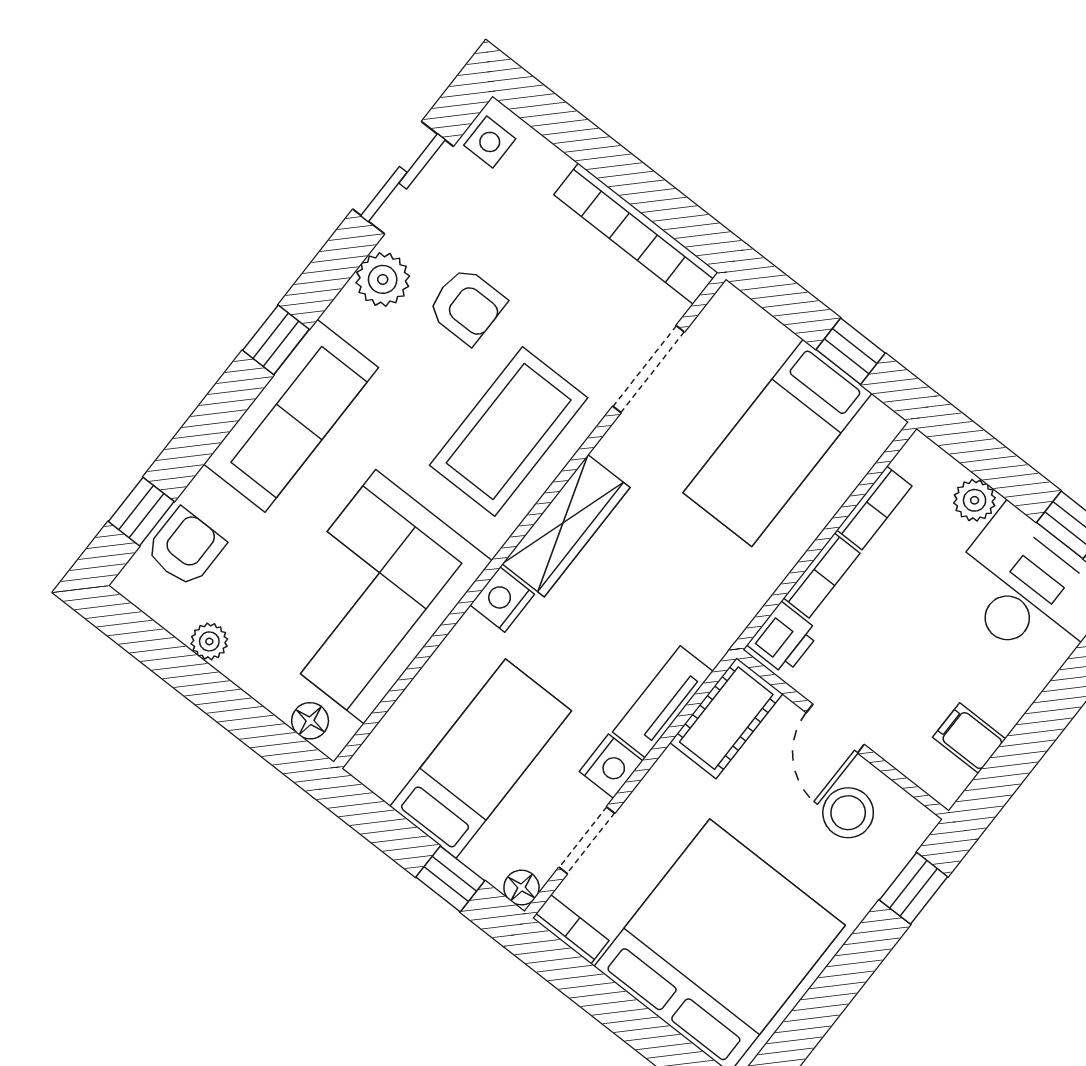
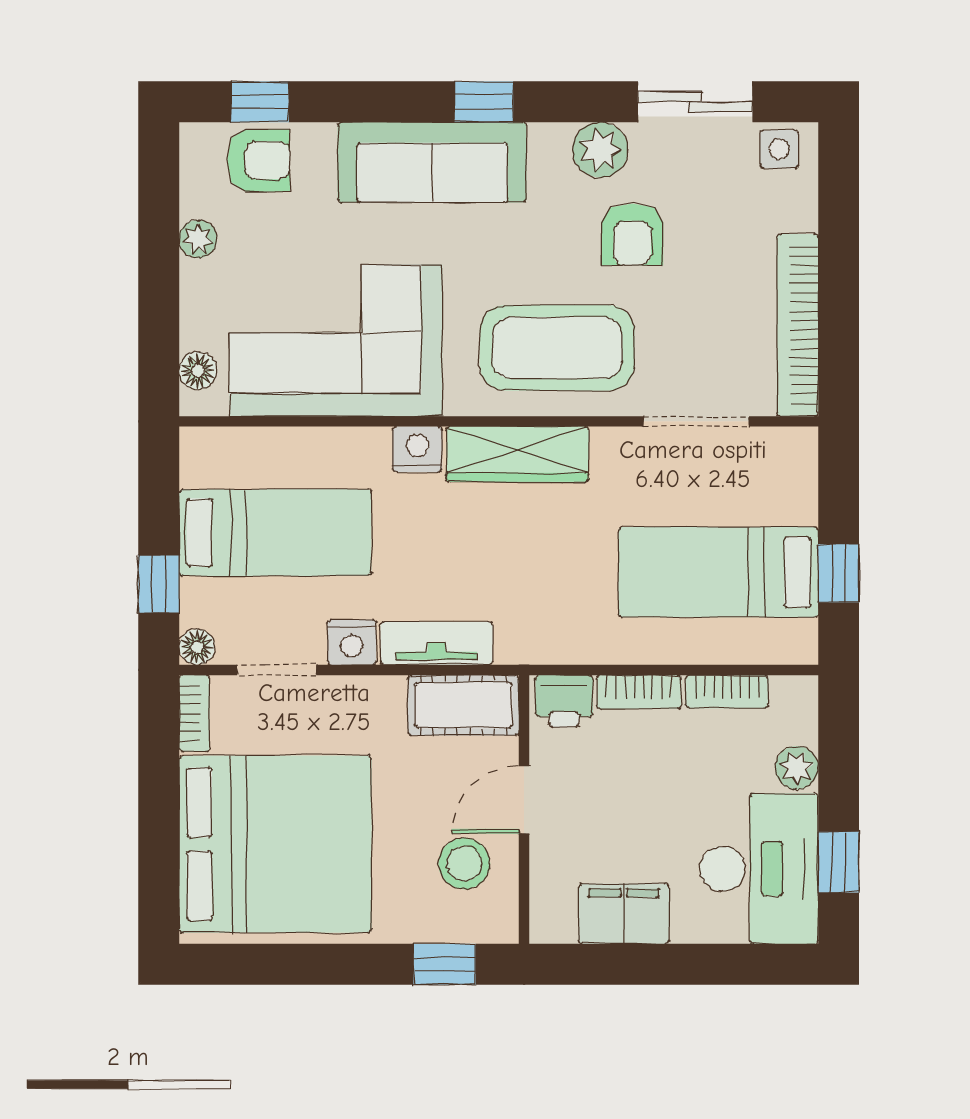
filing cabinet: (969, 738) -> (624, 914), width x2.00

